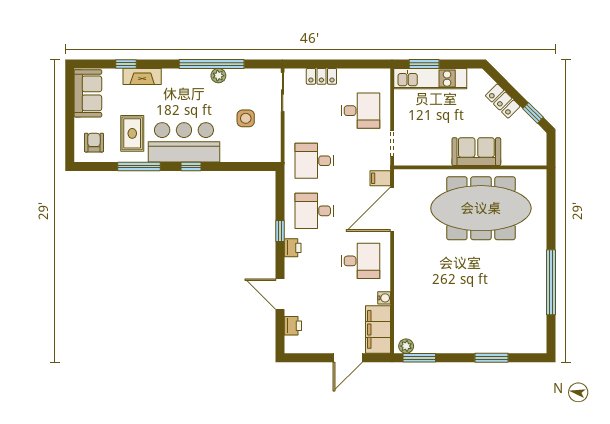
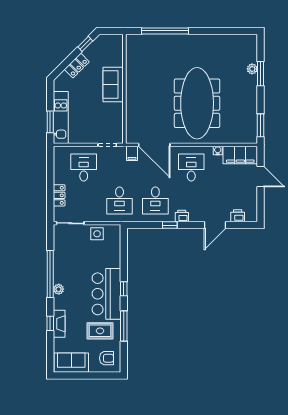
window: (126, 64) -> (50, 323), moved
plant: (218, 76) -> (59, 289), moved
side table: (246, 118) -> (97, 234), moved
armchair: (94, 143) -> (107, 358), turned 180
meeting table: (481, 208) -> (197, 103), moved
window: (551, 282) -> (165, 31), moved
plant: (406, 346) -> (252, 69), moved

